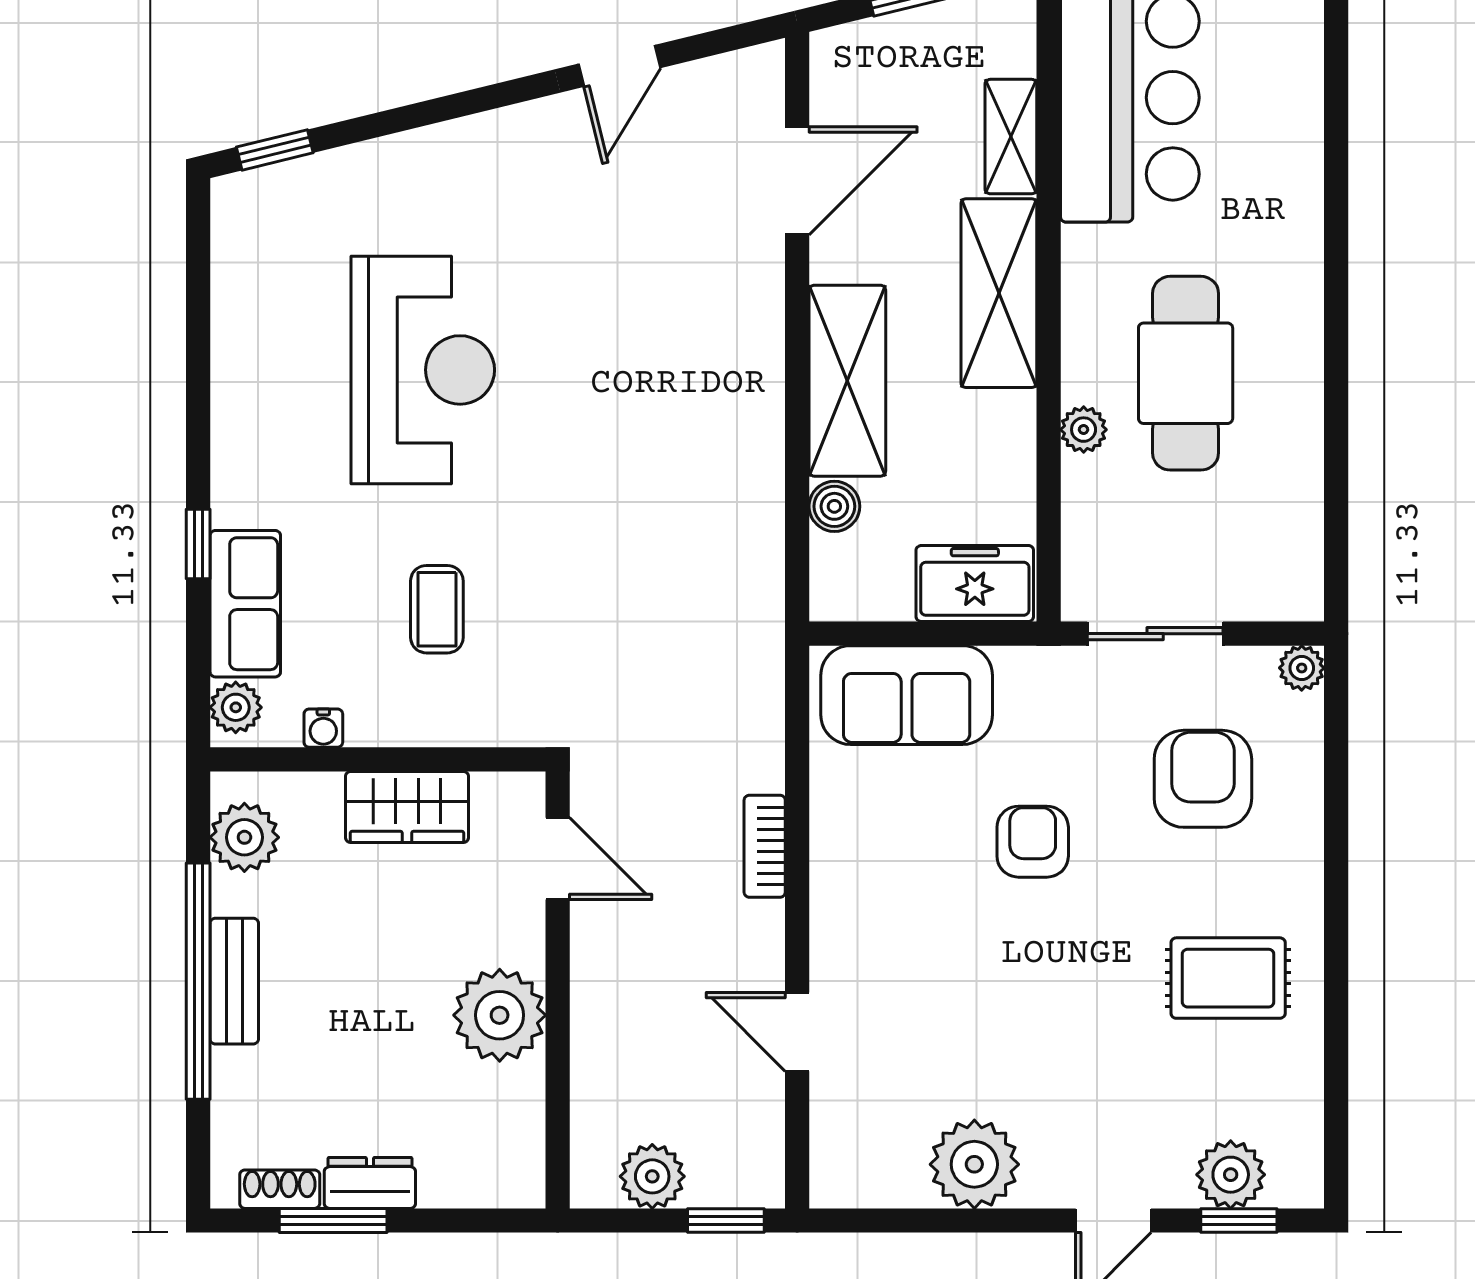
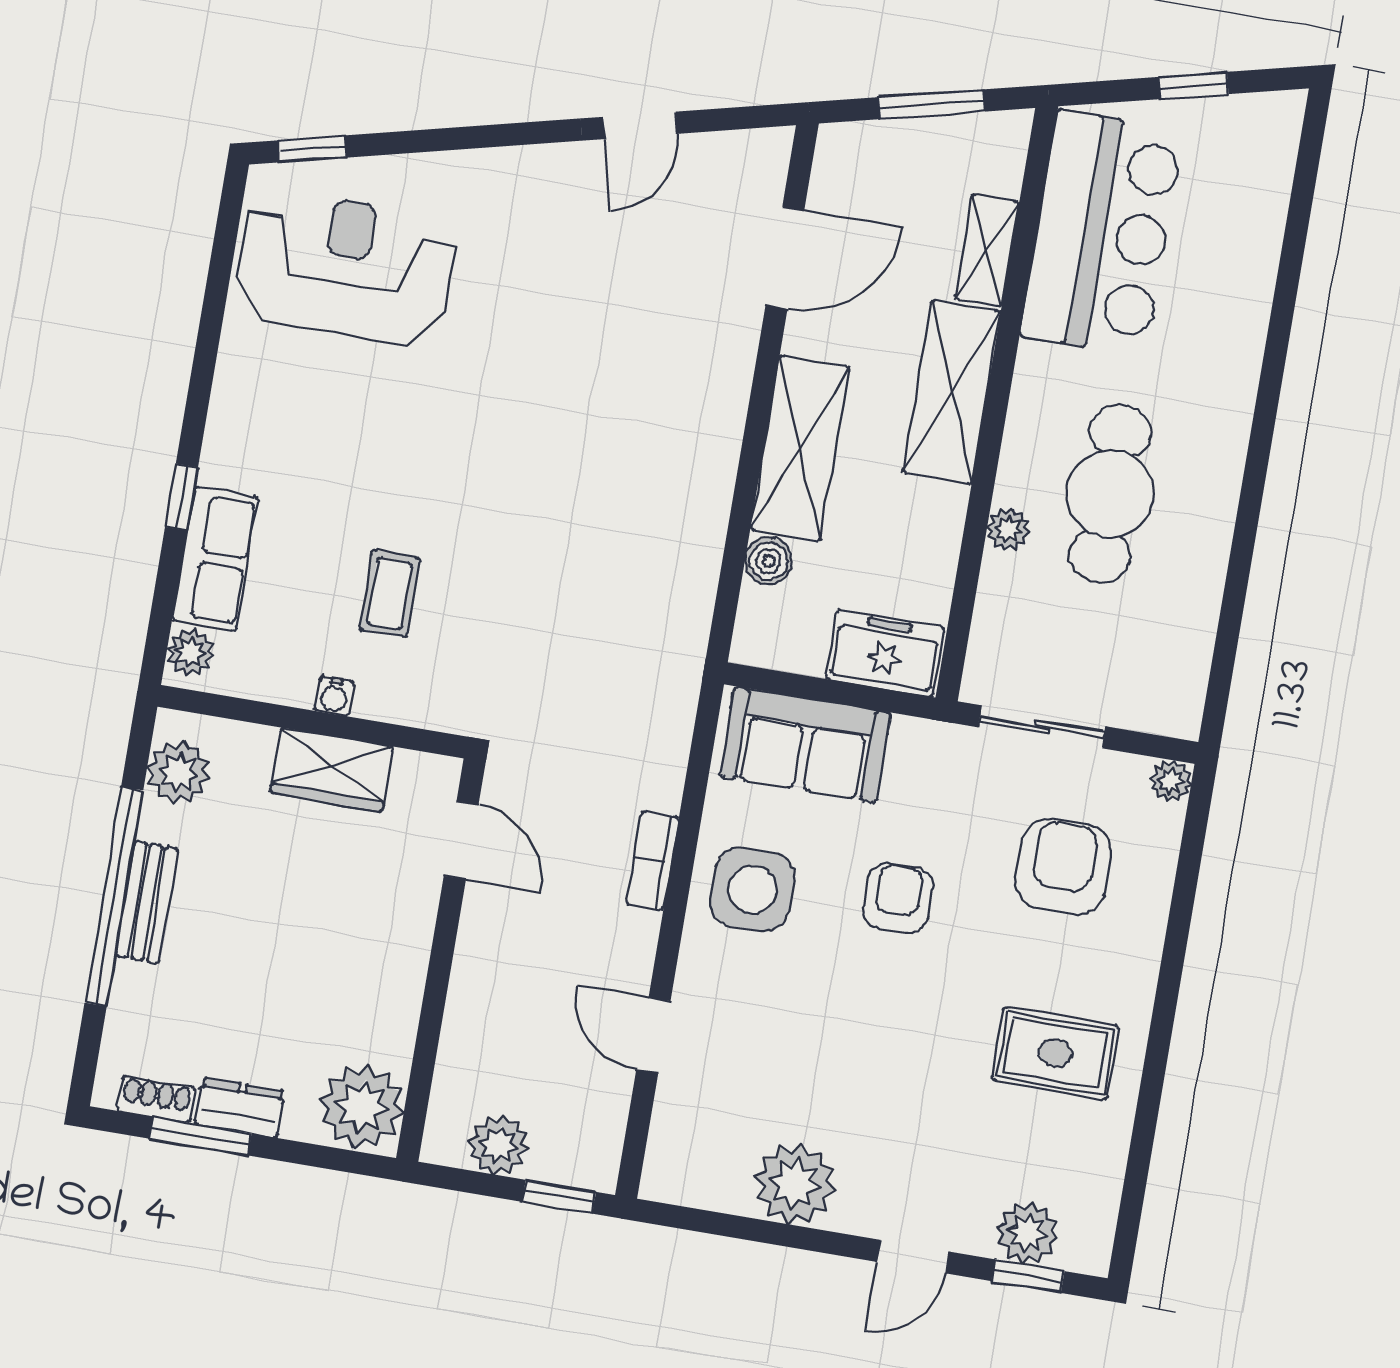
reception desk: (423, 370) -> (345, 268), moved, turned -90
water cooler: (323, 728) -> (334, 696), moved
side table: (876, 859) -> (752, 889), added
plant: (500, 1015) -> (362, 1107), moved

